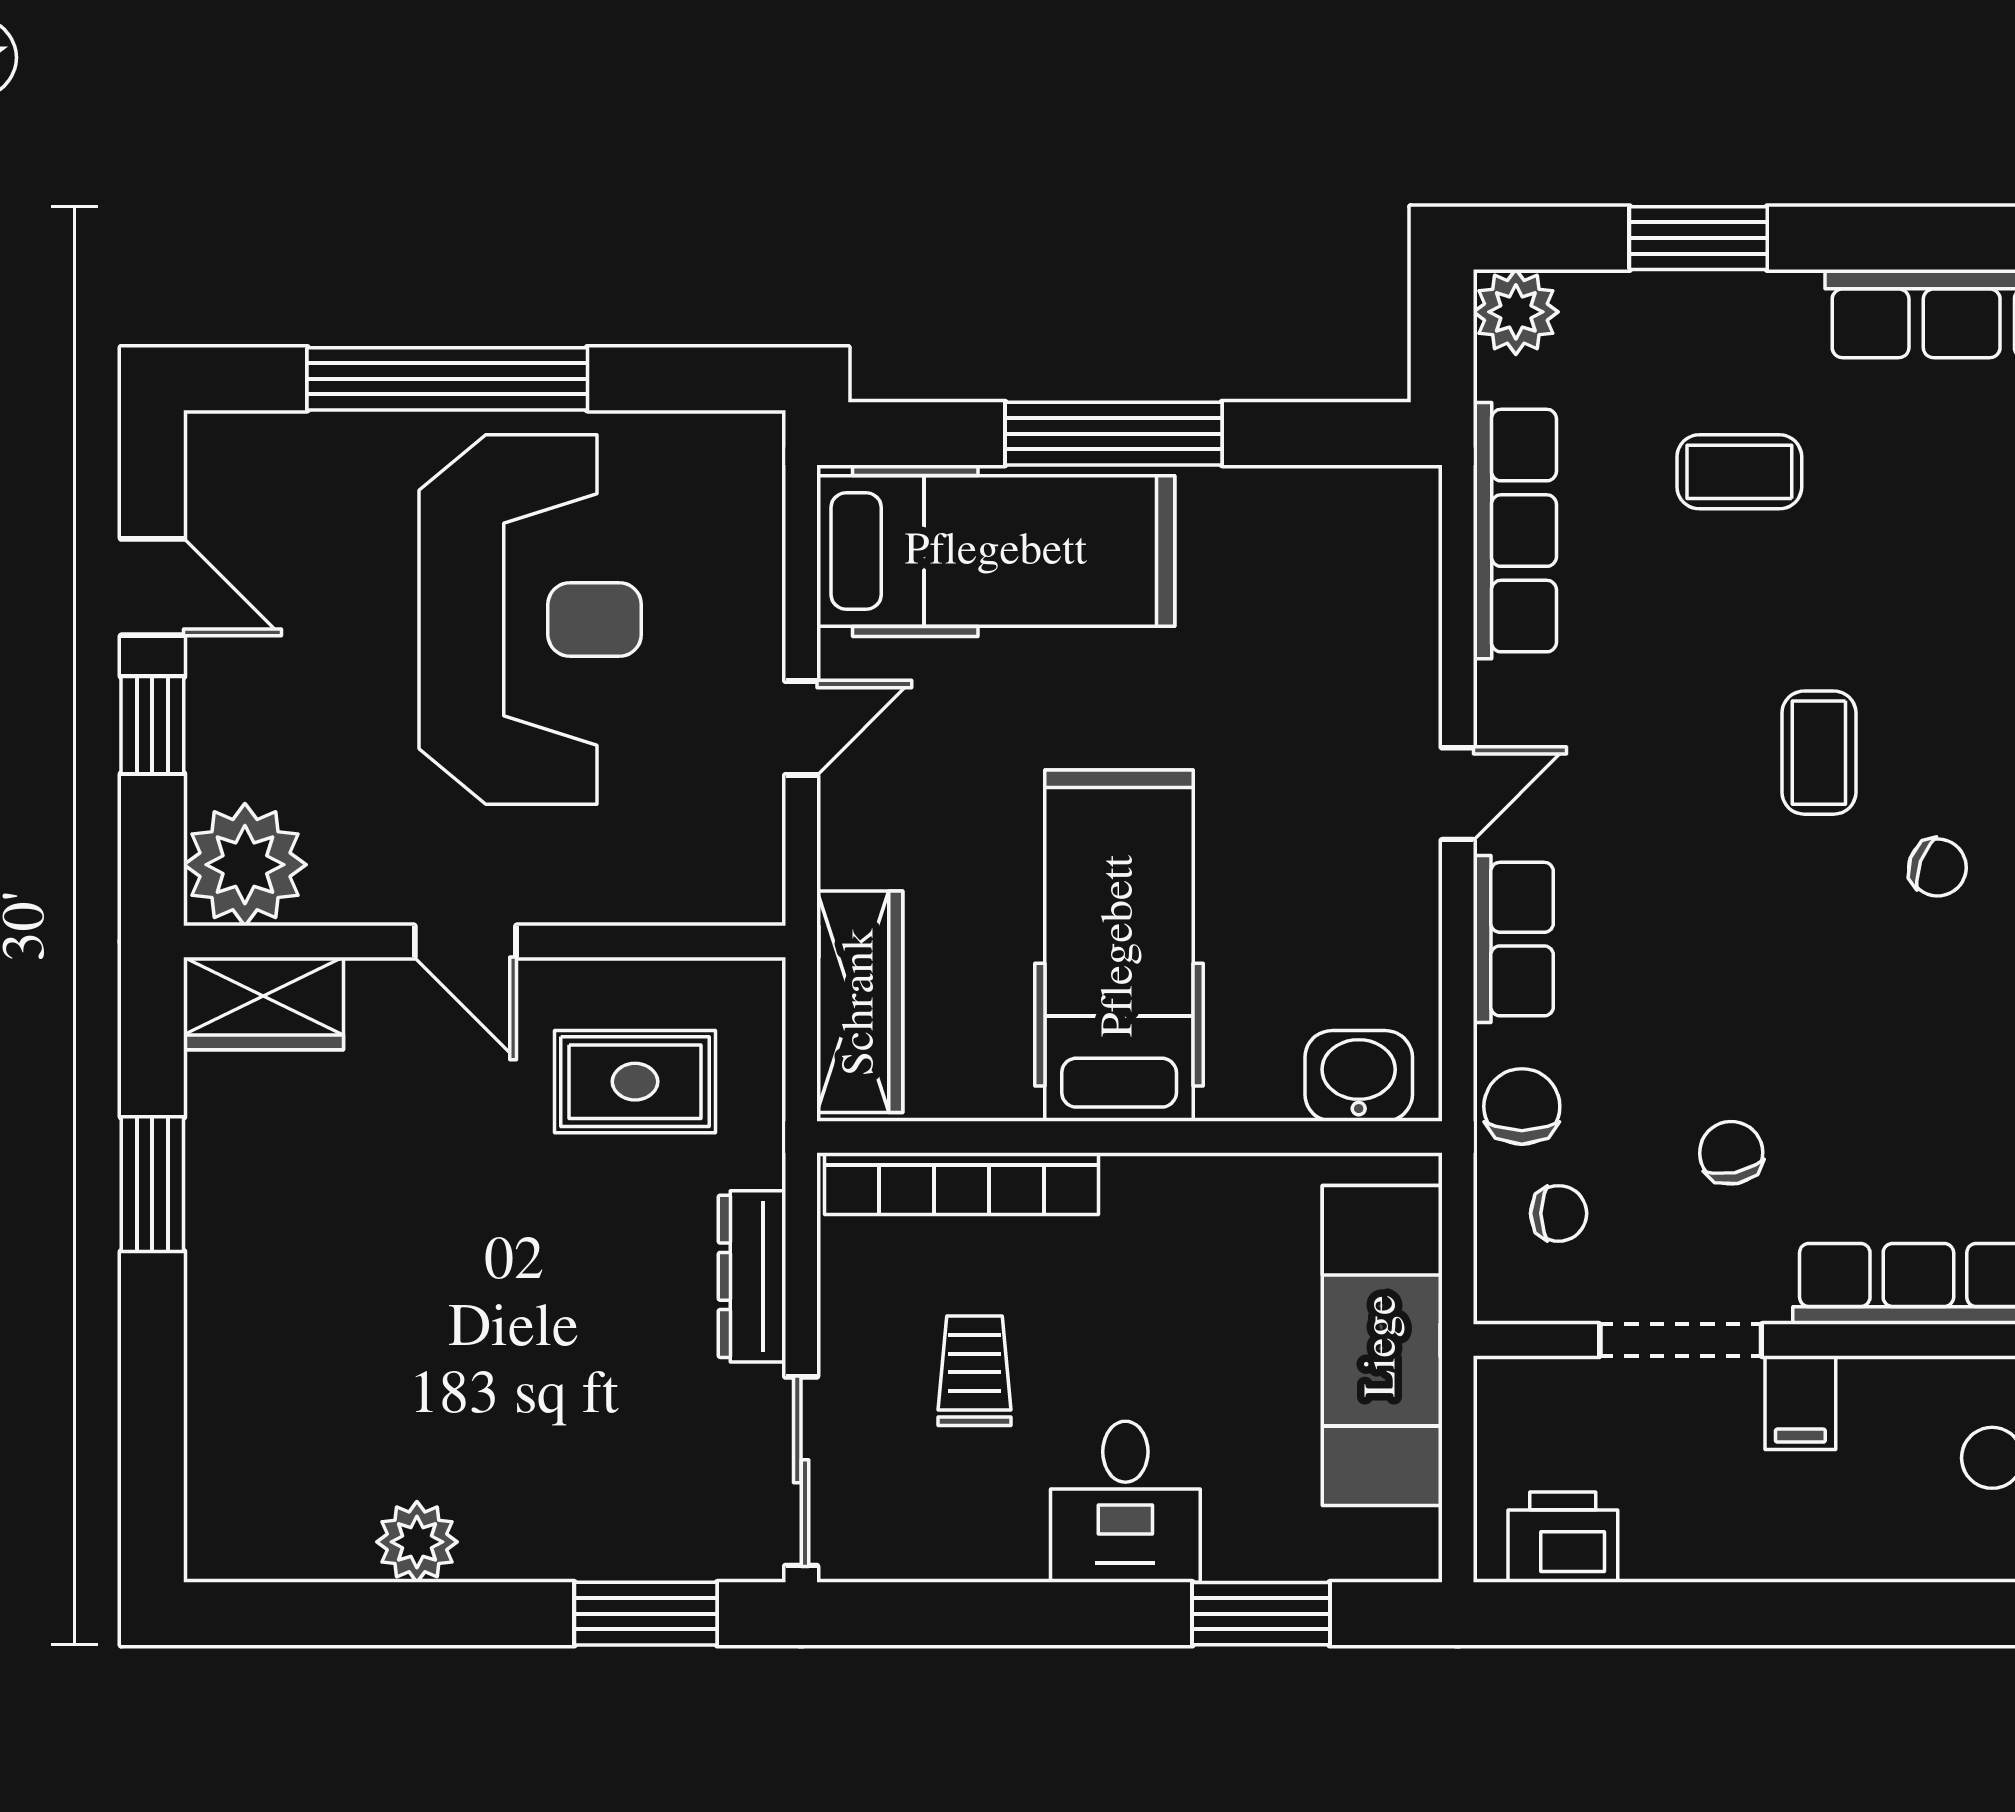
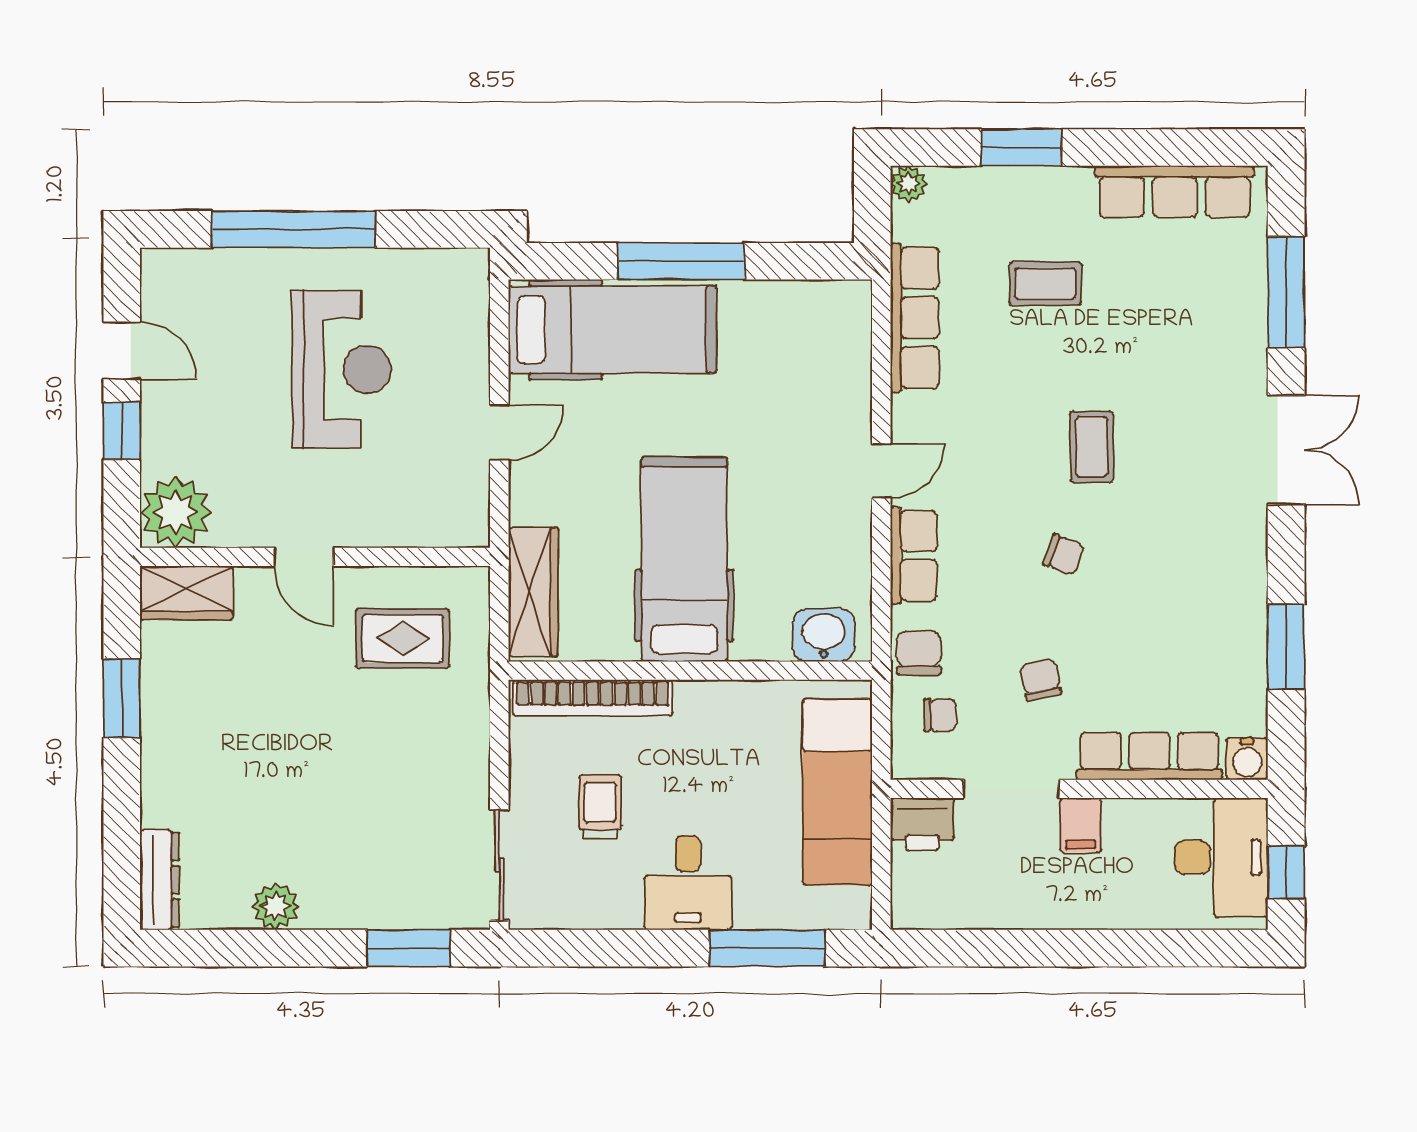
plant: (1516, 312) -> (908, 184), width x0.73, depth x0.73
reception desk: (530, 620) -> (342, 369), width x0.74, depth x0.77
chair: (1938, 867) -> (1064, 555), moved
dresser: (752, 1276) -> (159, 880), moved, turned 180
printer: (1563, 1537) -> (922, 824), moved, turned 180
window: (1261, 1614) -> (767, 948), width x1.44

